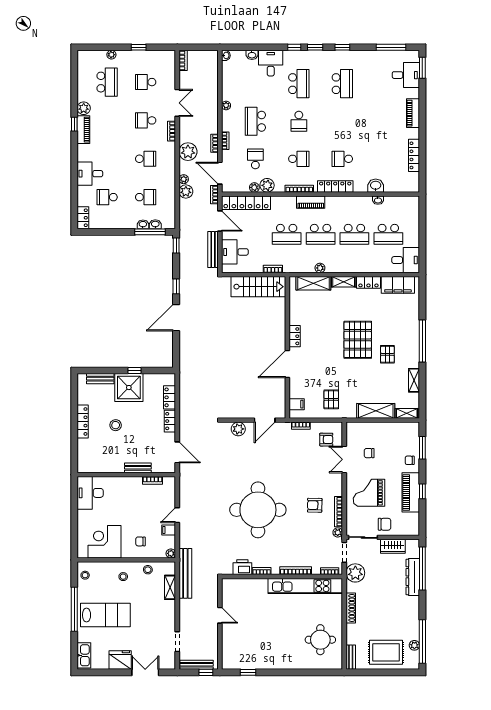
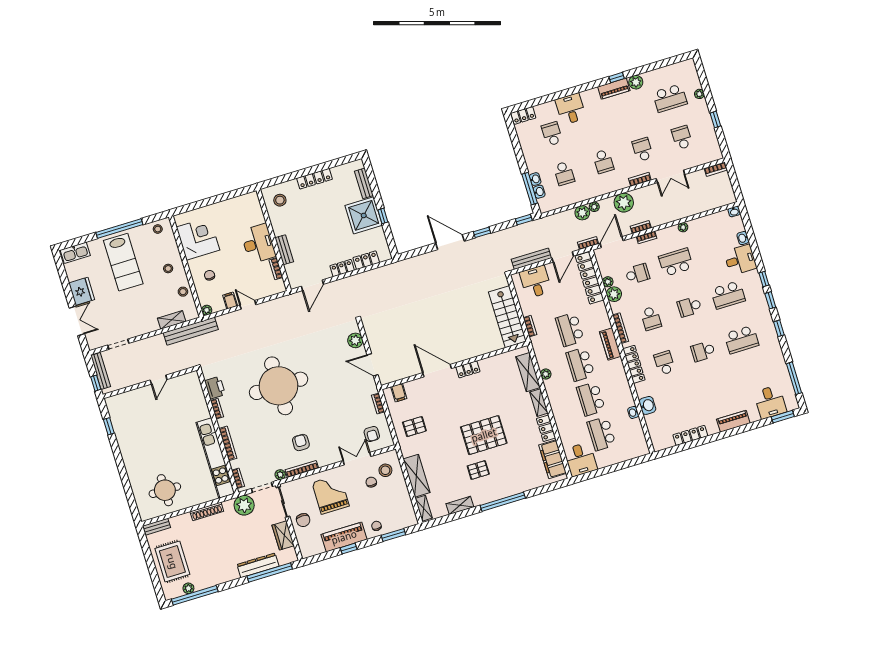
school desk: (342, 121) -> (703, 351), added
stool: (116, 425) -> (280, 200), moved
stool: (362, 437) -> (385, 470), added
desk: (90, 493) -> (258, 244), moved, turned 90

